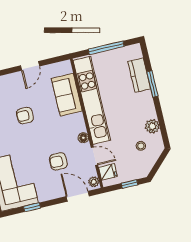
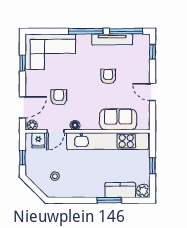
window: (106, 48) -> (153, 166), width x0.46
plant: (152, 126) -> (143, 191), moved

